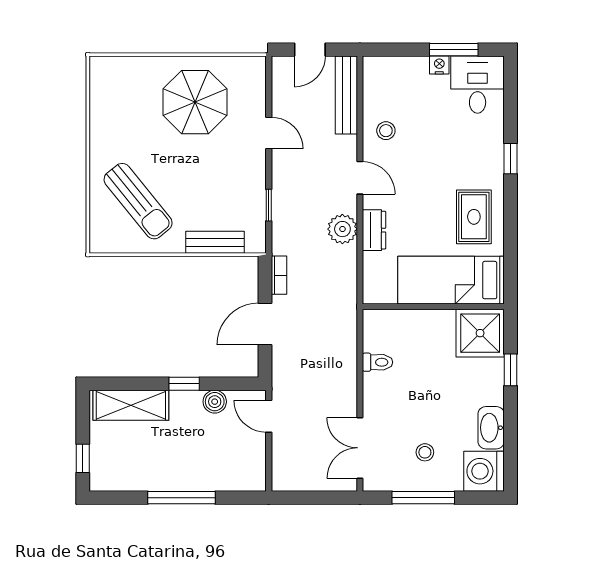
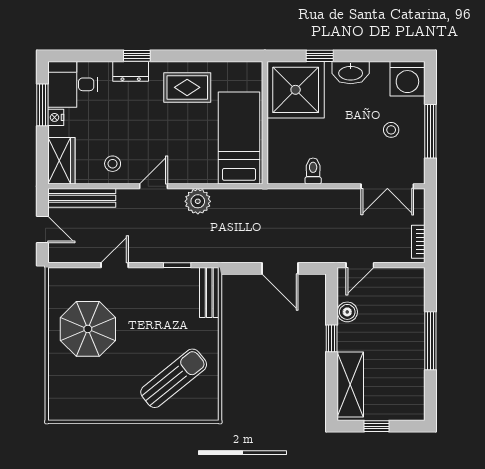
wardrobe: (389, 72) -> (61, 161), added
dresser: (374, 230) -> (131, 71), moved, turned 180
bench: (215, 242) -> (209, 292), moved
bookcase: (279, 275) -> (418, 242), moved, turned -90
bed: (451, 280) -> (239, 138), moved, turned 180
shower: (480, 333) -> (296, 90), width x1.37, depth x1.37
washbasin: (491, 428) -> (351, 73), moved
window: (83, 458) -> (377, 426), moved

